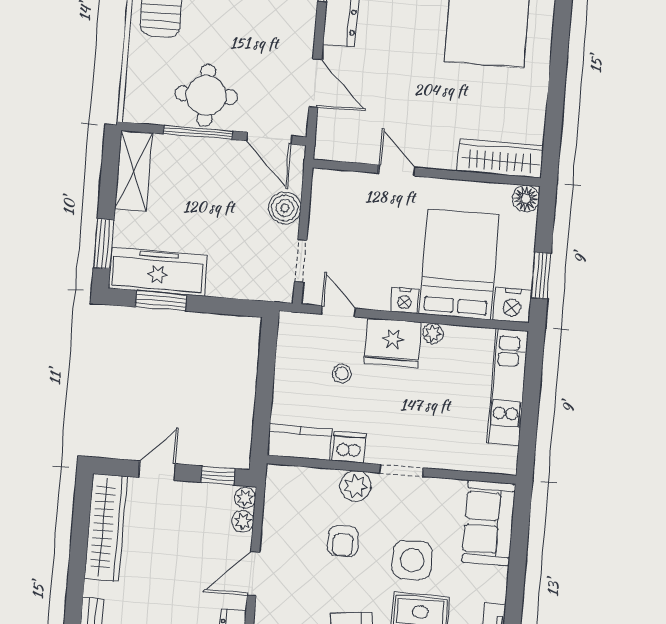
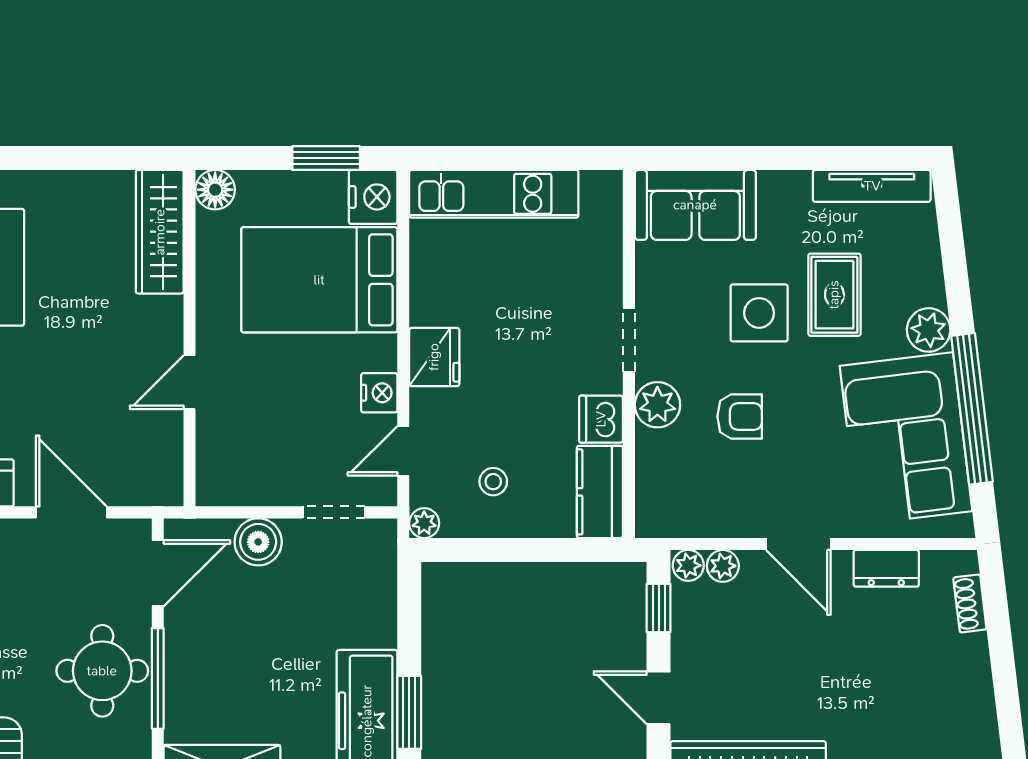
door: (315, 83) -> (71, 512), hinge flipped
nightstand: (405, 300) -> (379, 393), moved
plant: (433, 333) -> (424, 523), moved
fridge: (393, 343) -> (434, 357), width x0.73, depth x0.75
stool: (342, 373) -> (493, 482), moved

